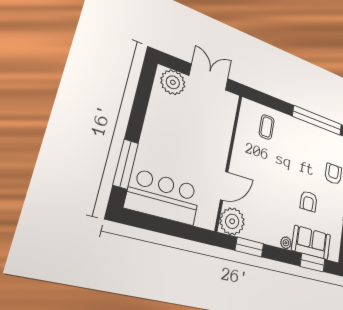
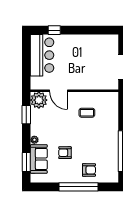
plant: (173, 82) -> (111, 46), removed
coffee table: (267, 127) -> (87, 113), moved
window: (126, 164) -> (54, 30), width x0.46

